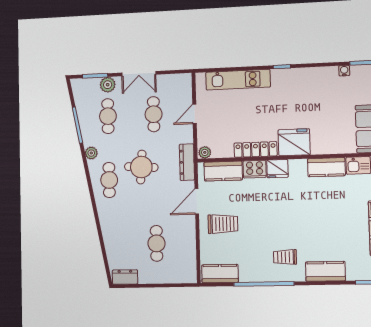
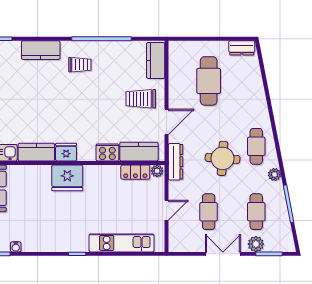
locker: (256, 149) -> (135, 172), moved, width x0.66
fridge: (277, 169) -> (66, 152), moved
cafe table: (157, 243) -> (209, 81), width x1.37, depth x1.35
kitchen counter: (220, 274) -> (156, 60), moved, turned 90

